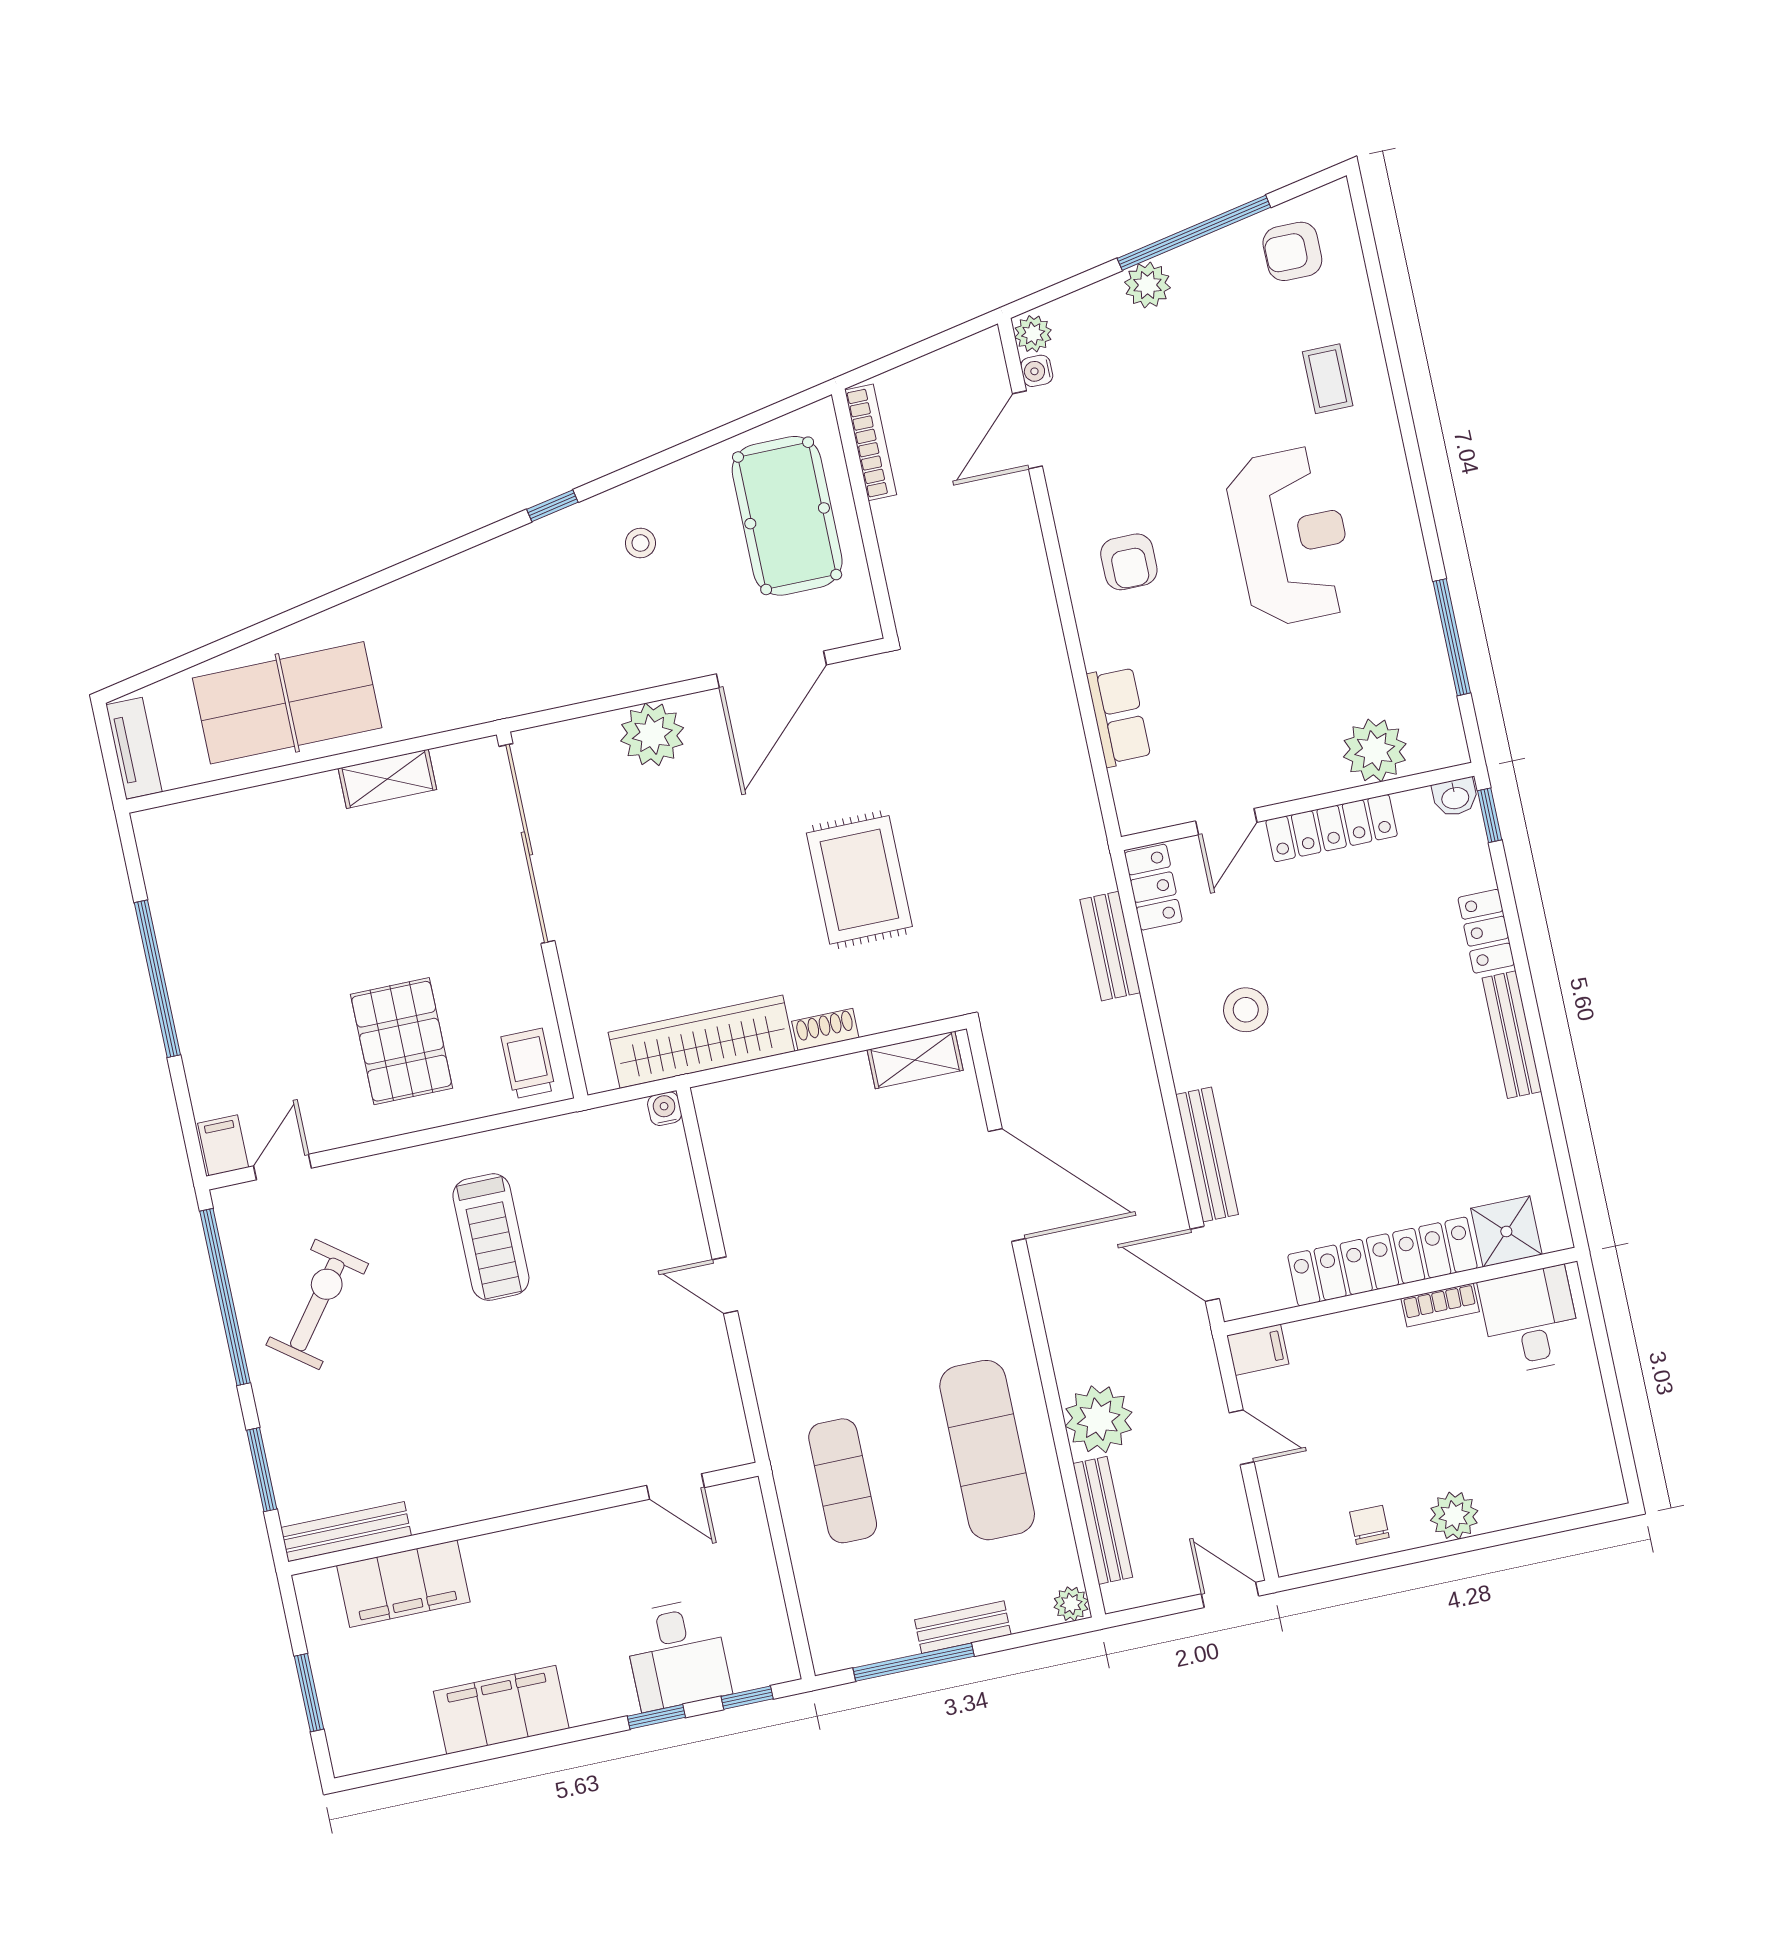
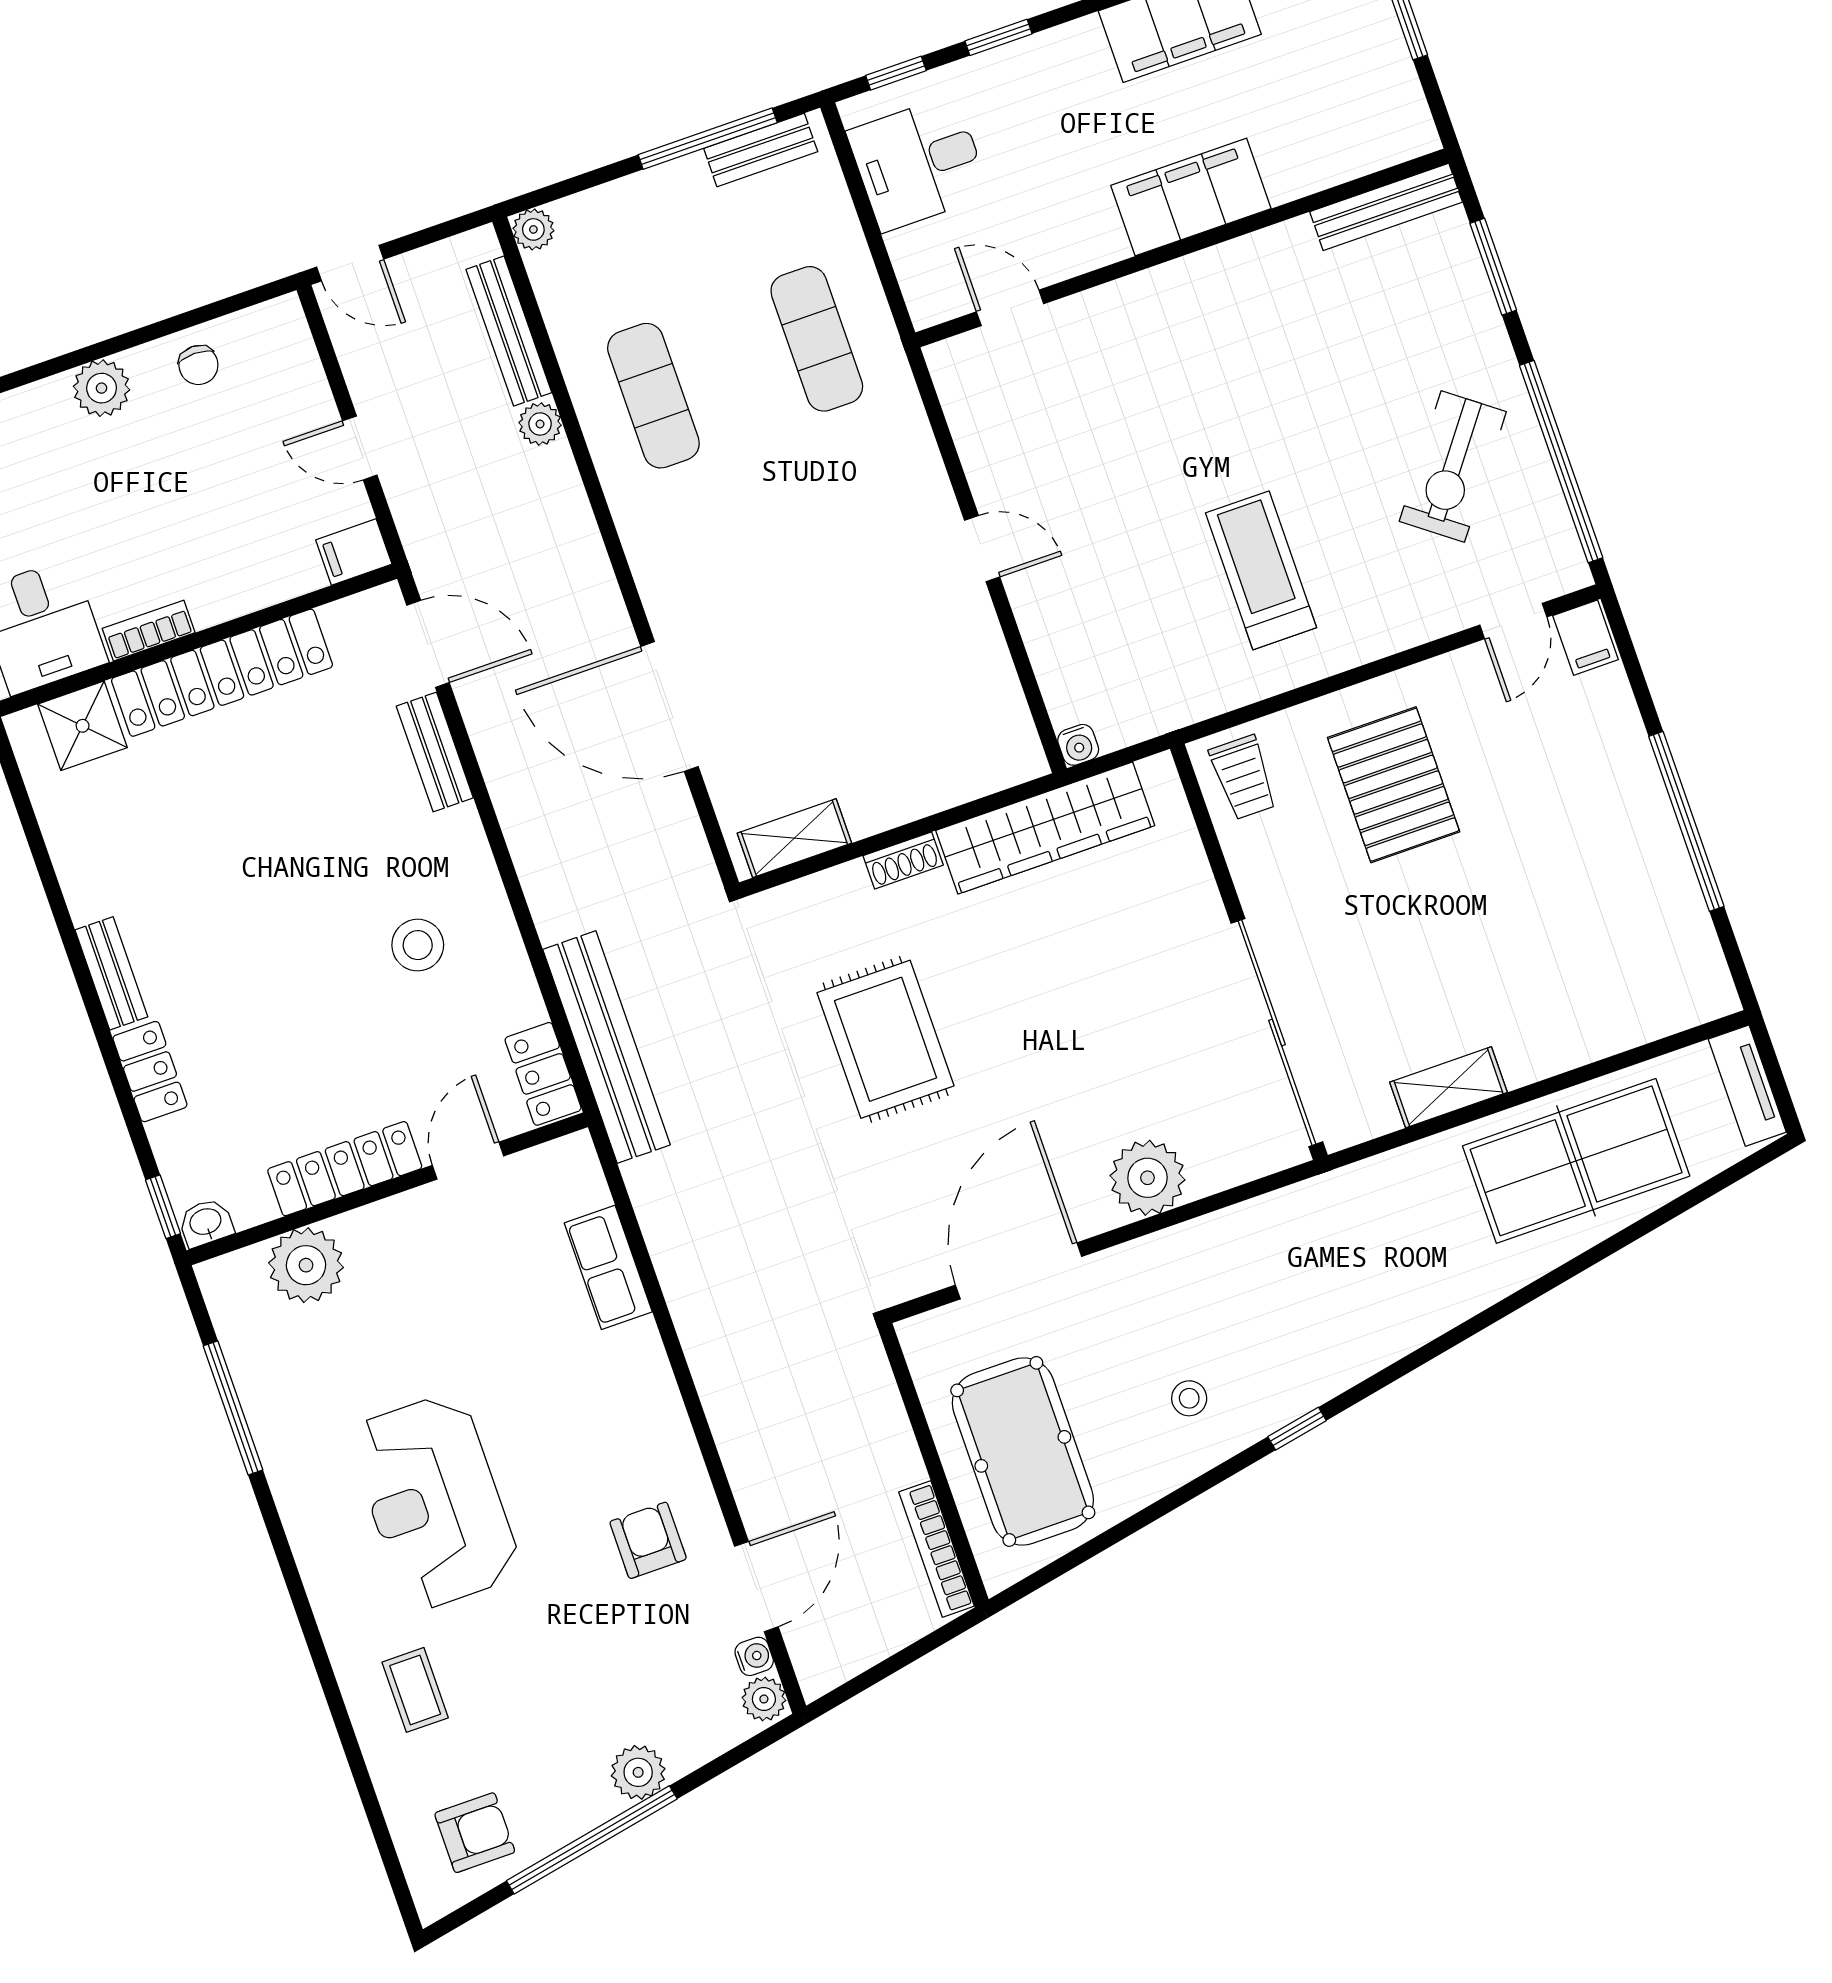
armchair: (1129, 562) -> (648, 1540), moved
bench: (1110, 946) -> (607, 1047), width x1.86, depth x1.21
bench: (1512, 1035) -> (111, 973), width x0.73
bench: (1207, 1154) -> (435, 752), width x0.73
plant: (1099, 1419) -> (540, 424), width x0.53, depth x0.53
exercise mat: (987, 1450) -> (653, 396), width x0.73, depth x0.69
filing cabinet: (403, 1584) -> (1191, 197), moved
bench: (963, 1627) -> (761, 150), moved
desk: (677, 1654) -> (918, 163), moved, turned -90

